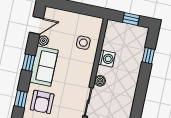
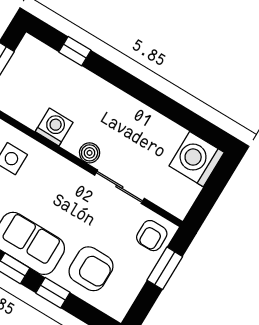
window: (21, 99) -> (53, 293), moved

